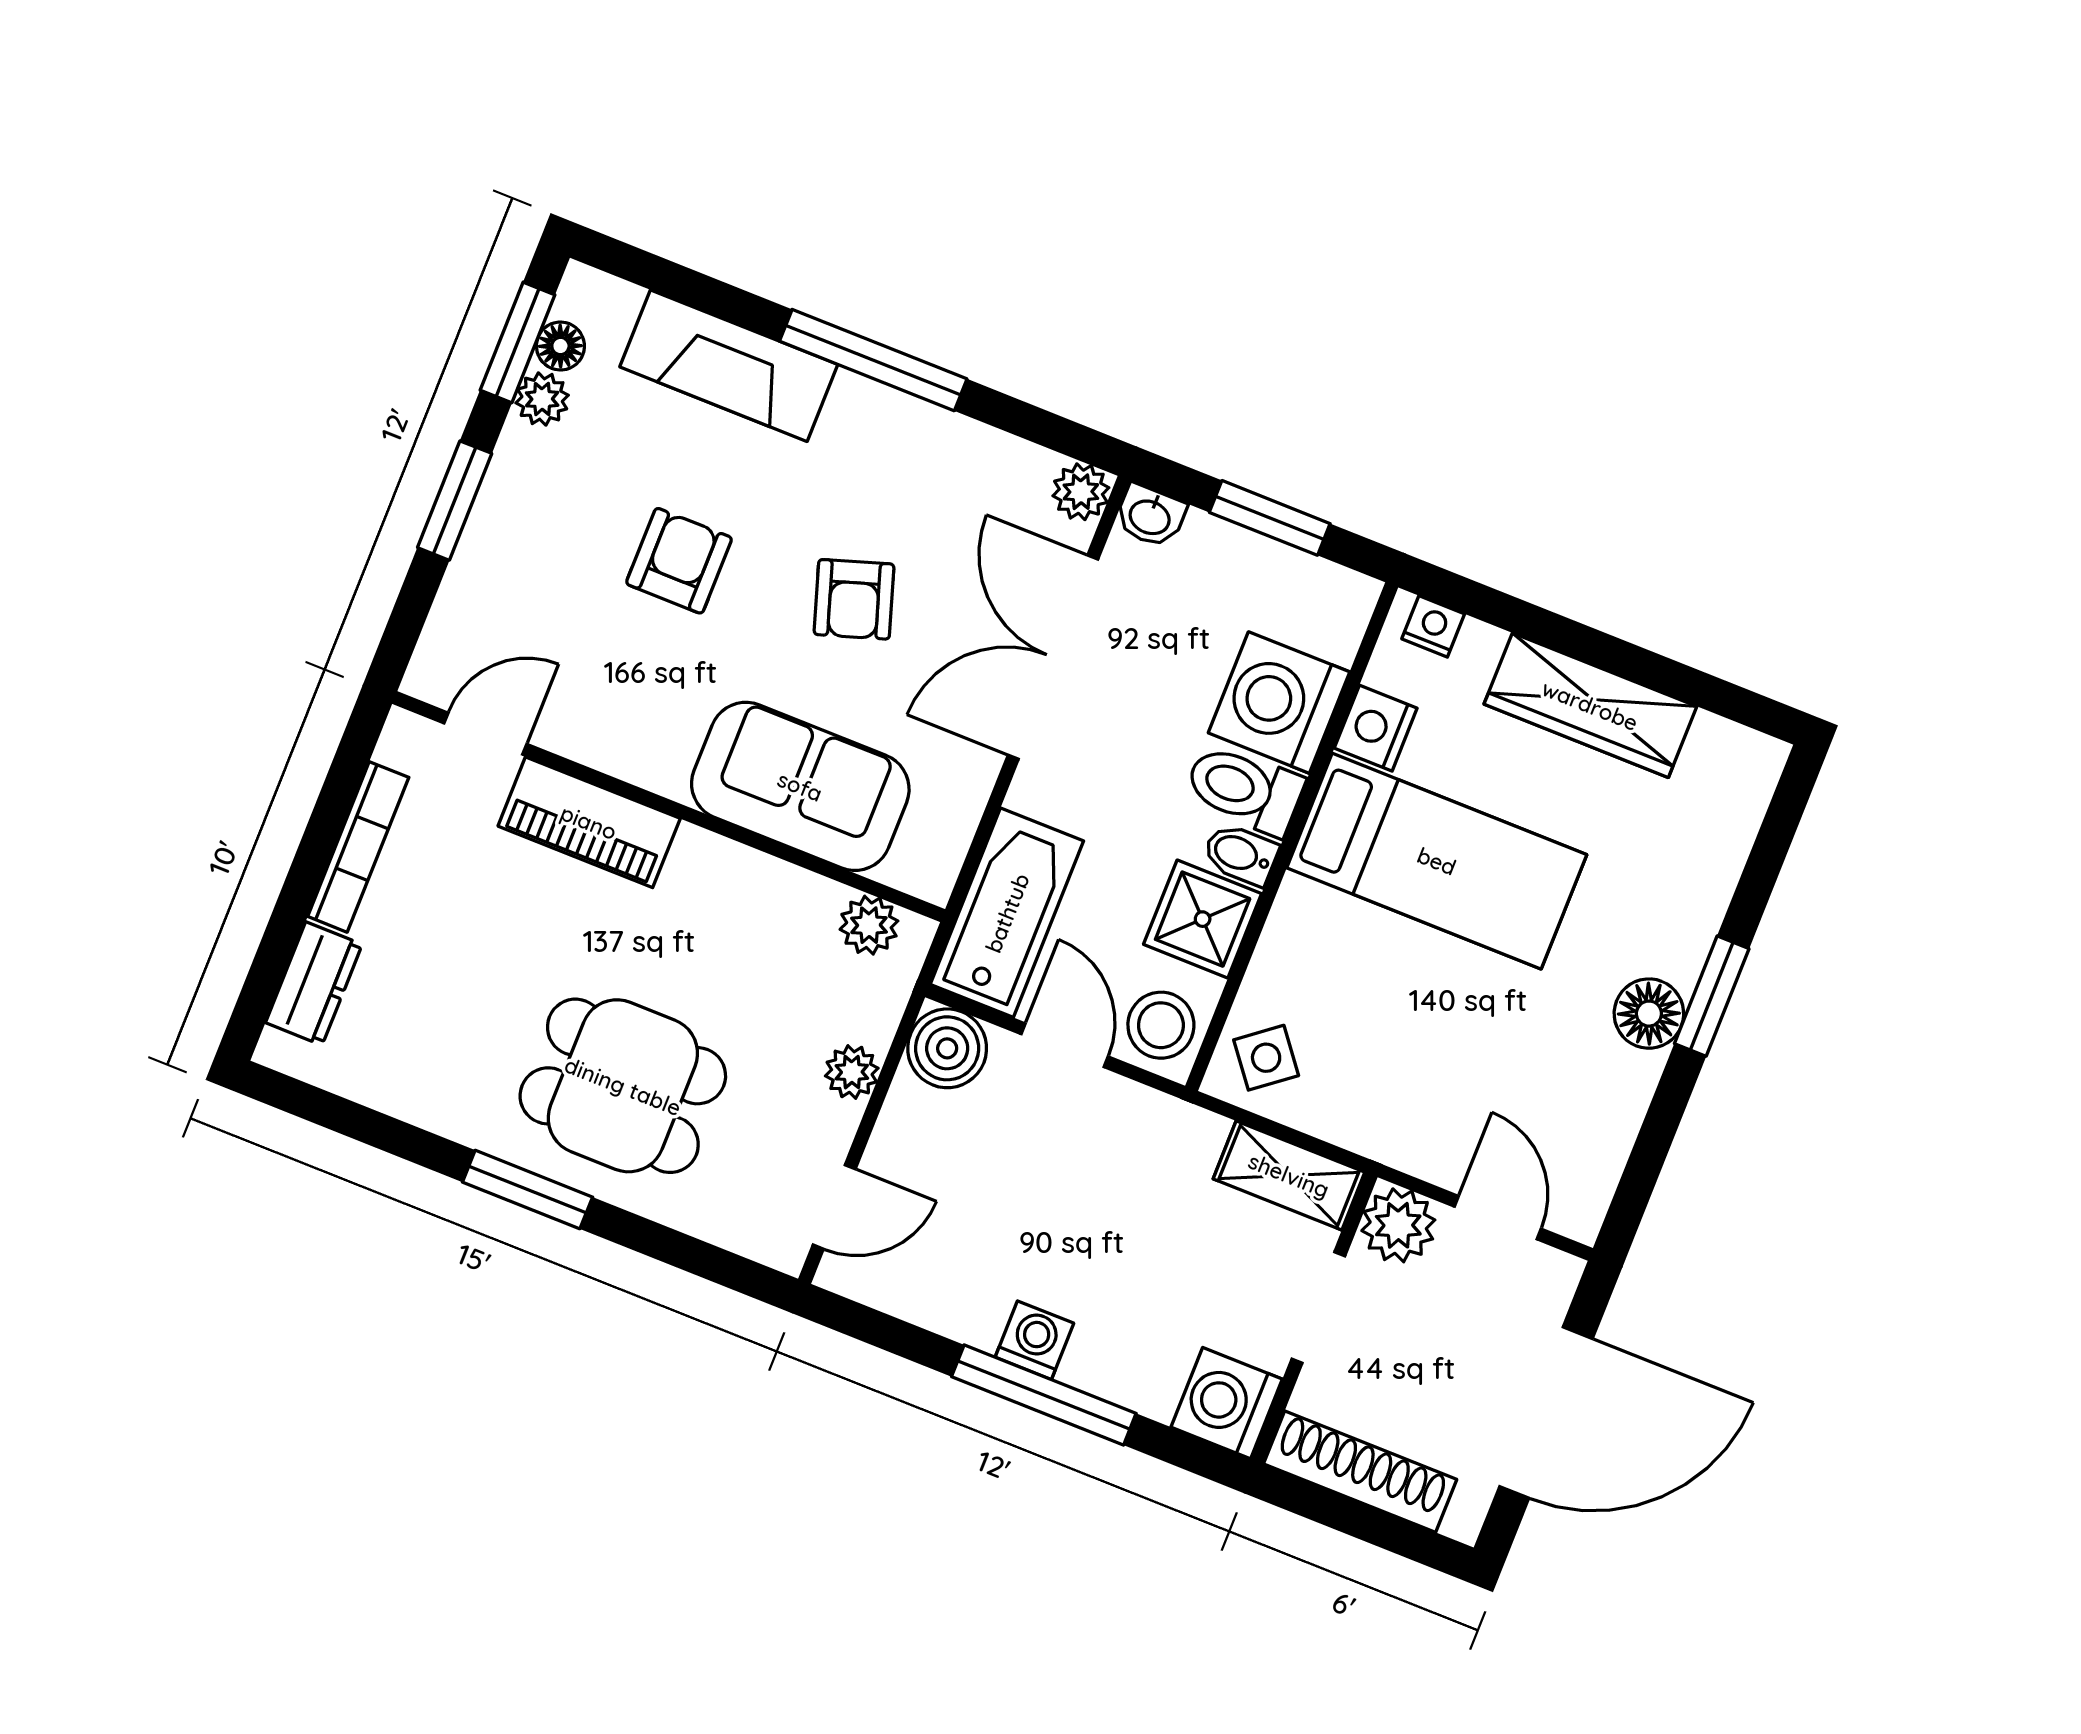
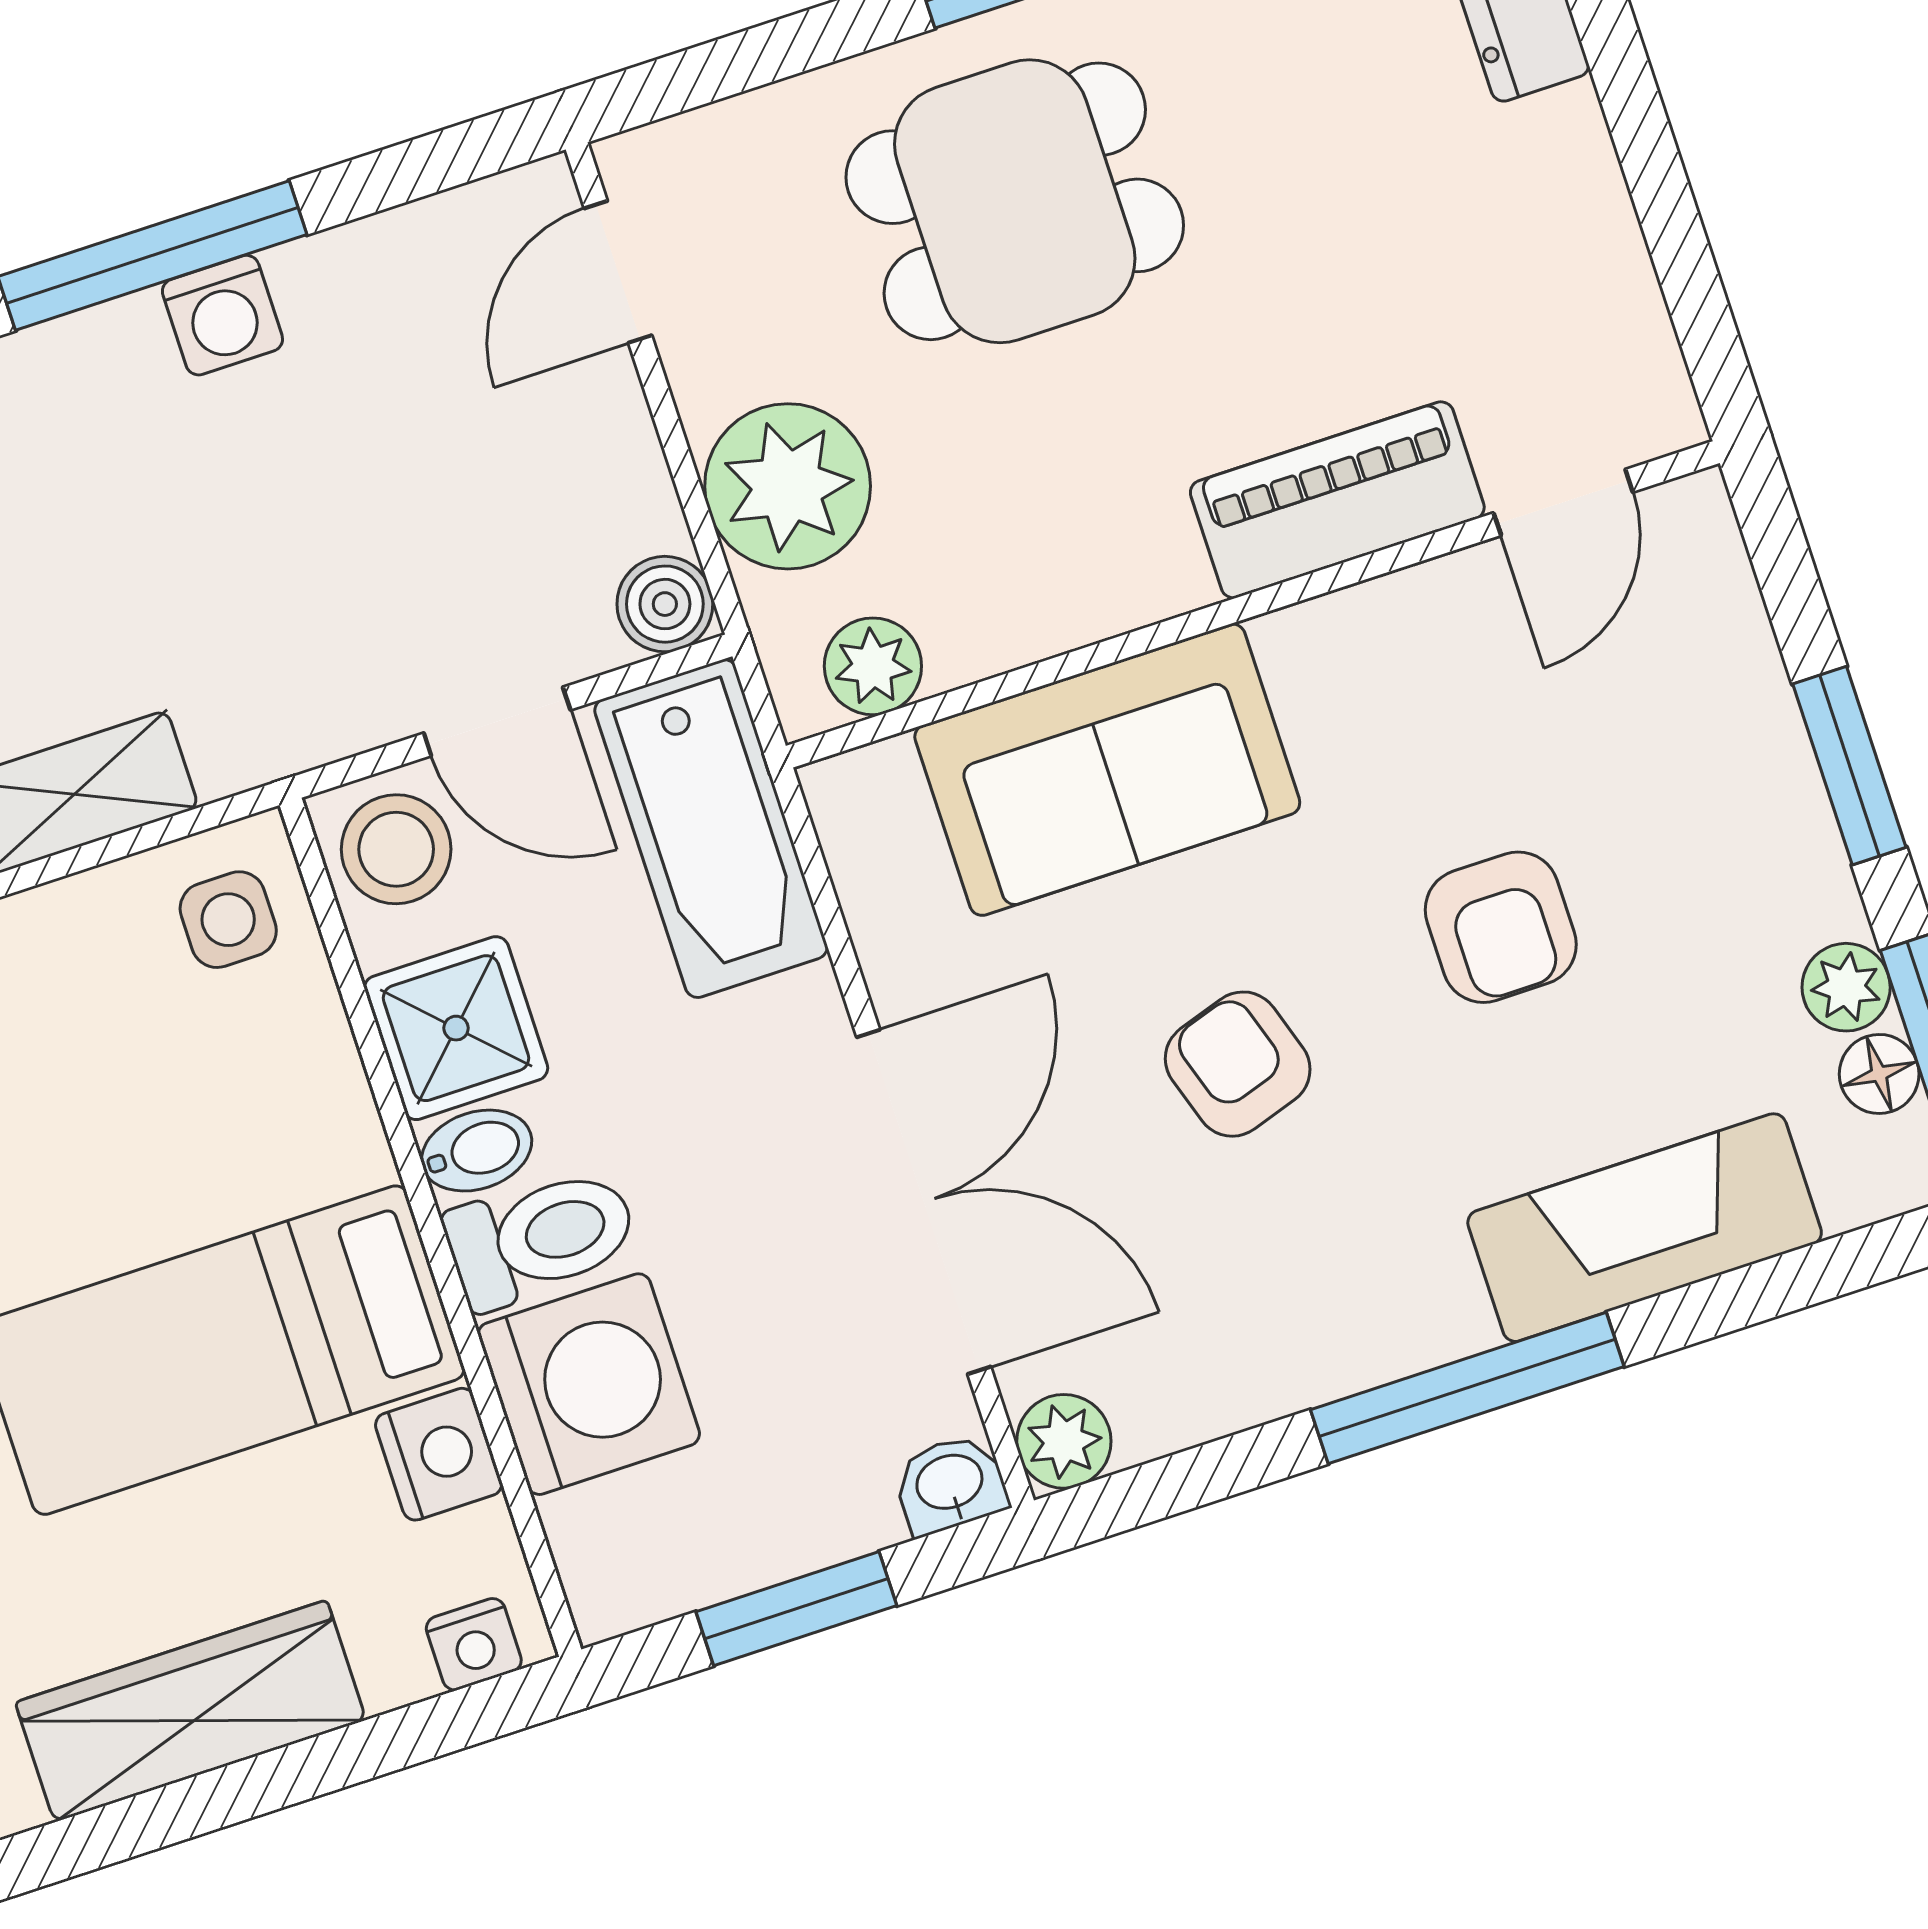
bookcase: (358, 847) -> (1604, 224), removed
boiler: (947, 1048) -> (665, 604), width x0.73, depth x0.73
side table: (1266, 1058) -> (228, 920), turned 38
plant: (852, 1072) -> (788, 486), width x1.88, depth x1.88

